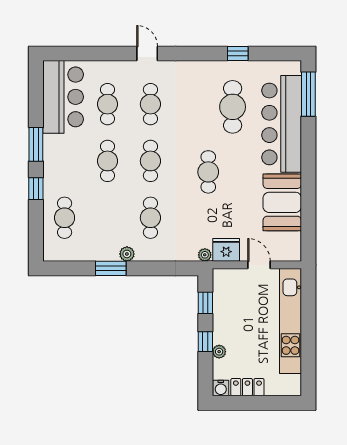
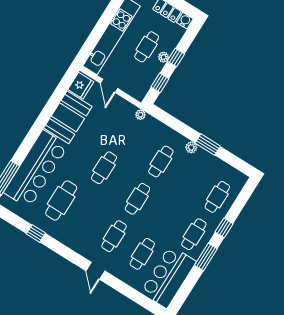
cafe table: (107, 161) -> (194, 234), moved
fridge: (226, 250) -> (81, 86), moved, turned -90
cafe table: (244, 333) -> (147, 47), added
plant: (219, 352) -> (164, 57), moved

